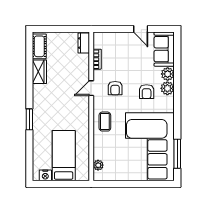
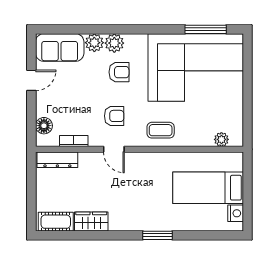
floor lamp: (108, 38) -> (44, 126), added
dresser: (84, 43) -> (57, 160), width x1.44

